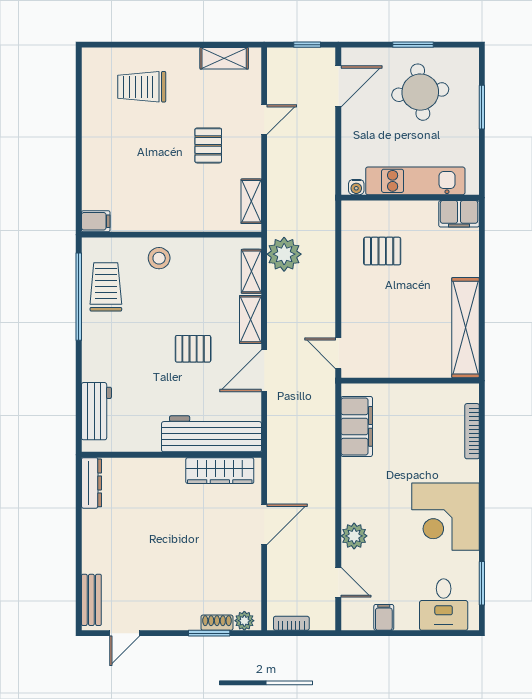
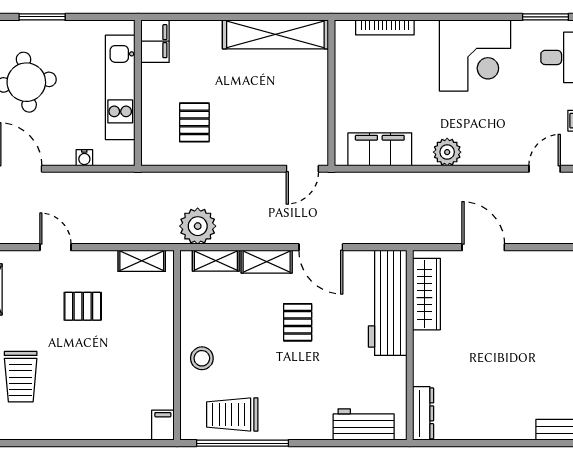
water cooler: (356, 187) -> (84, 158), moved, turned 90
dresser: (91, 483) -> (423, 413), moved, turned 90
plant: (354, 536) -> (447, 152), moved

